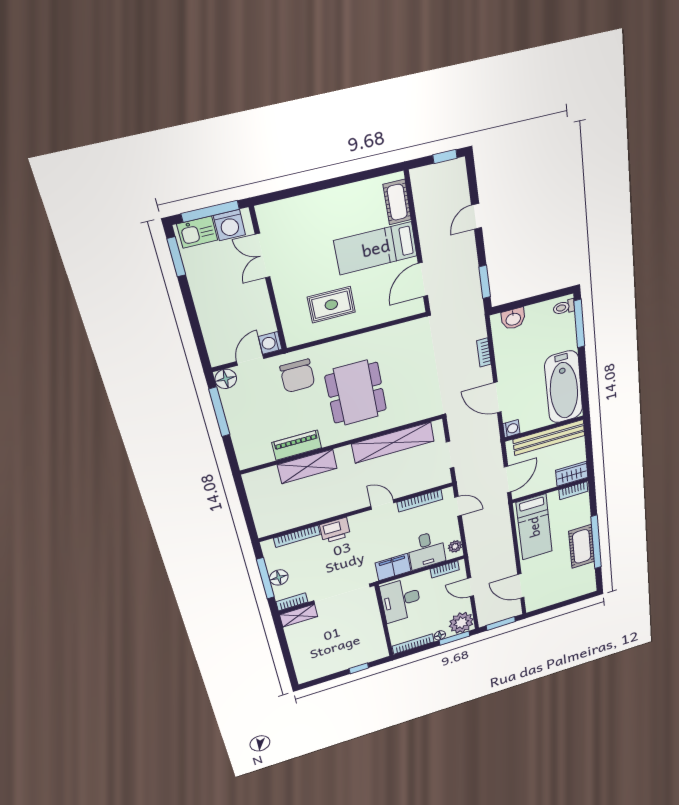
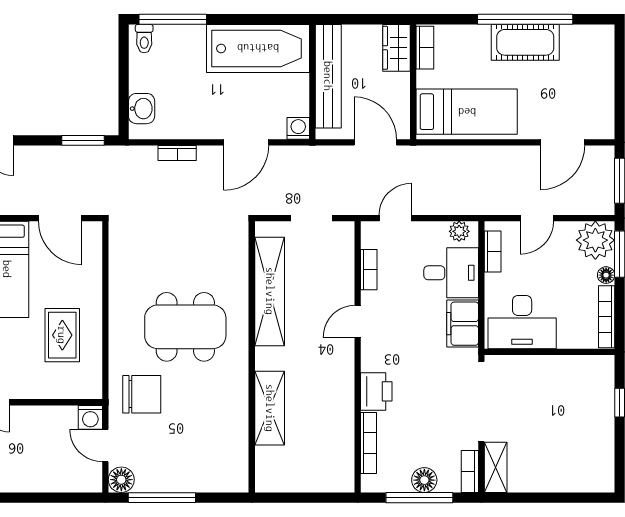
piano: (297, 445) -> (235, 415), removed
bookcase: (420, 501) -> (369, 270), width x0.64

